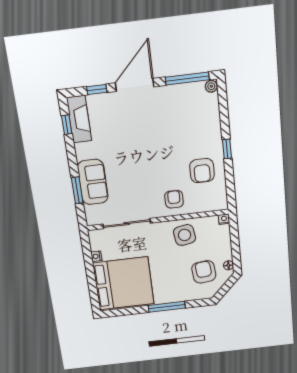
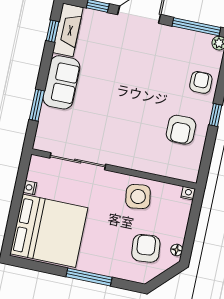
sofa: (93, 182) -> (61, 82), moved
armchair: (174, 199) -> (201, 82), moved

